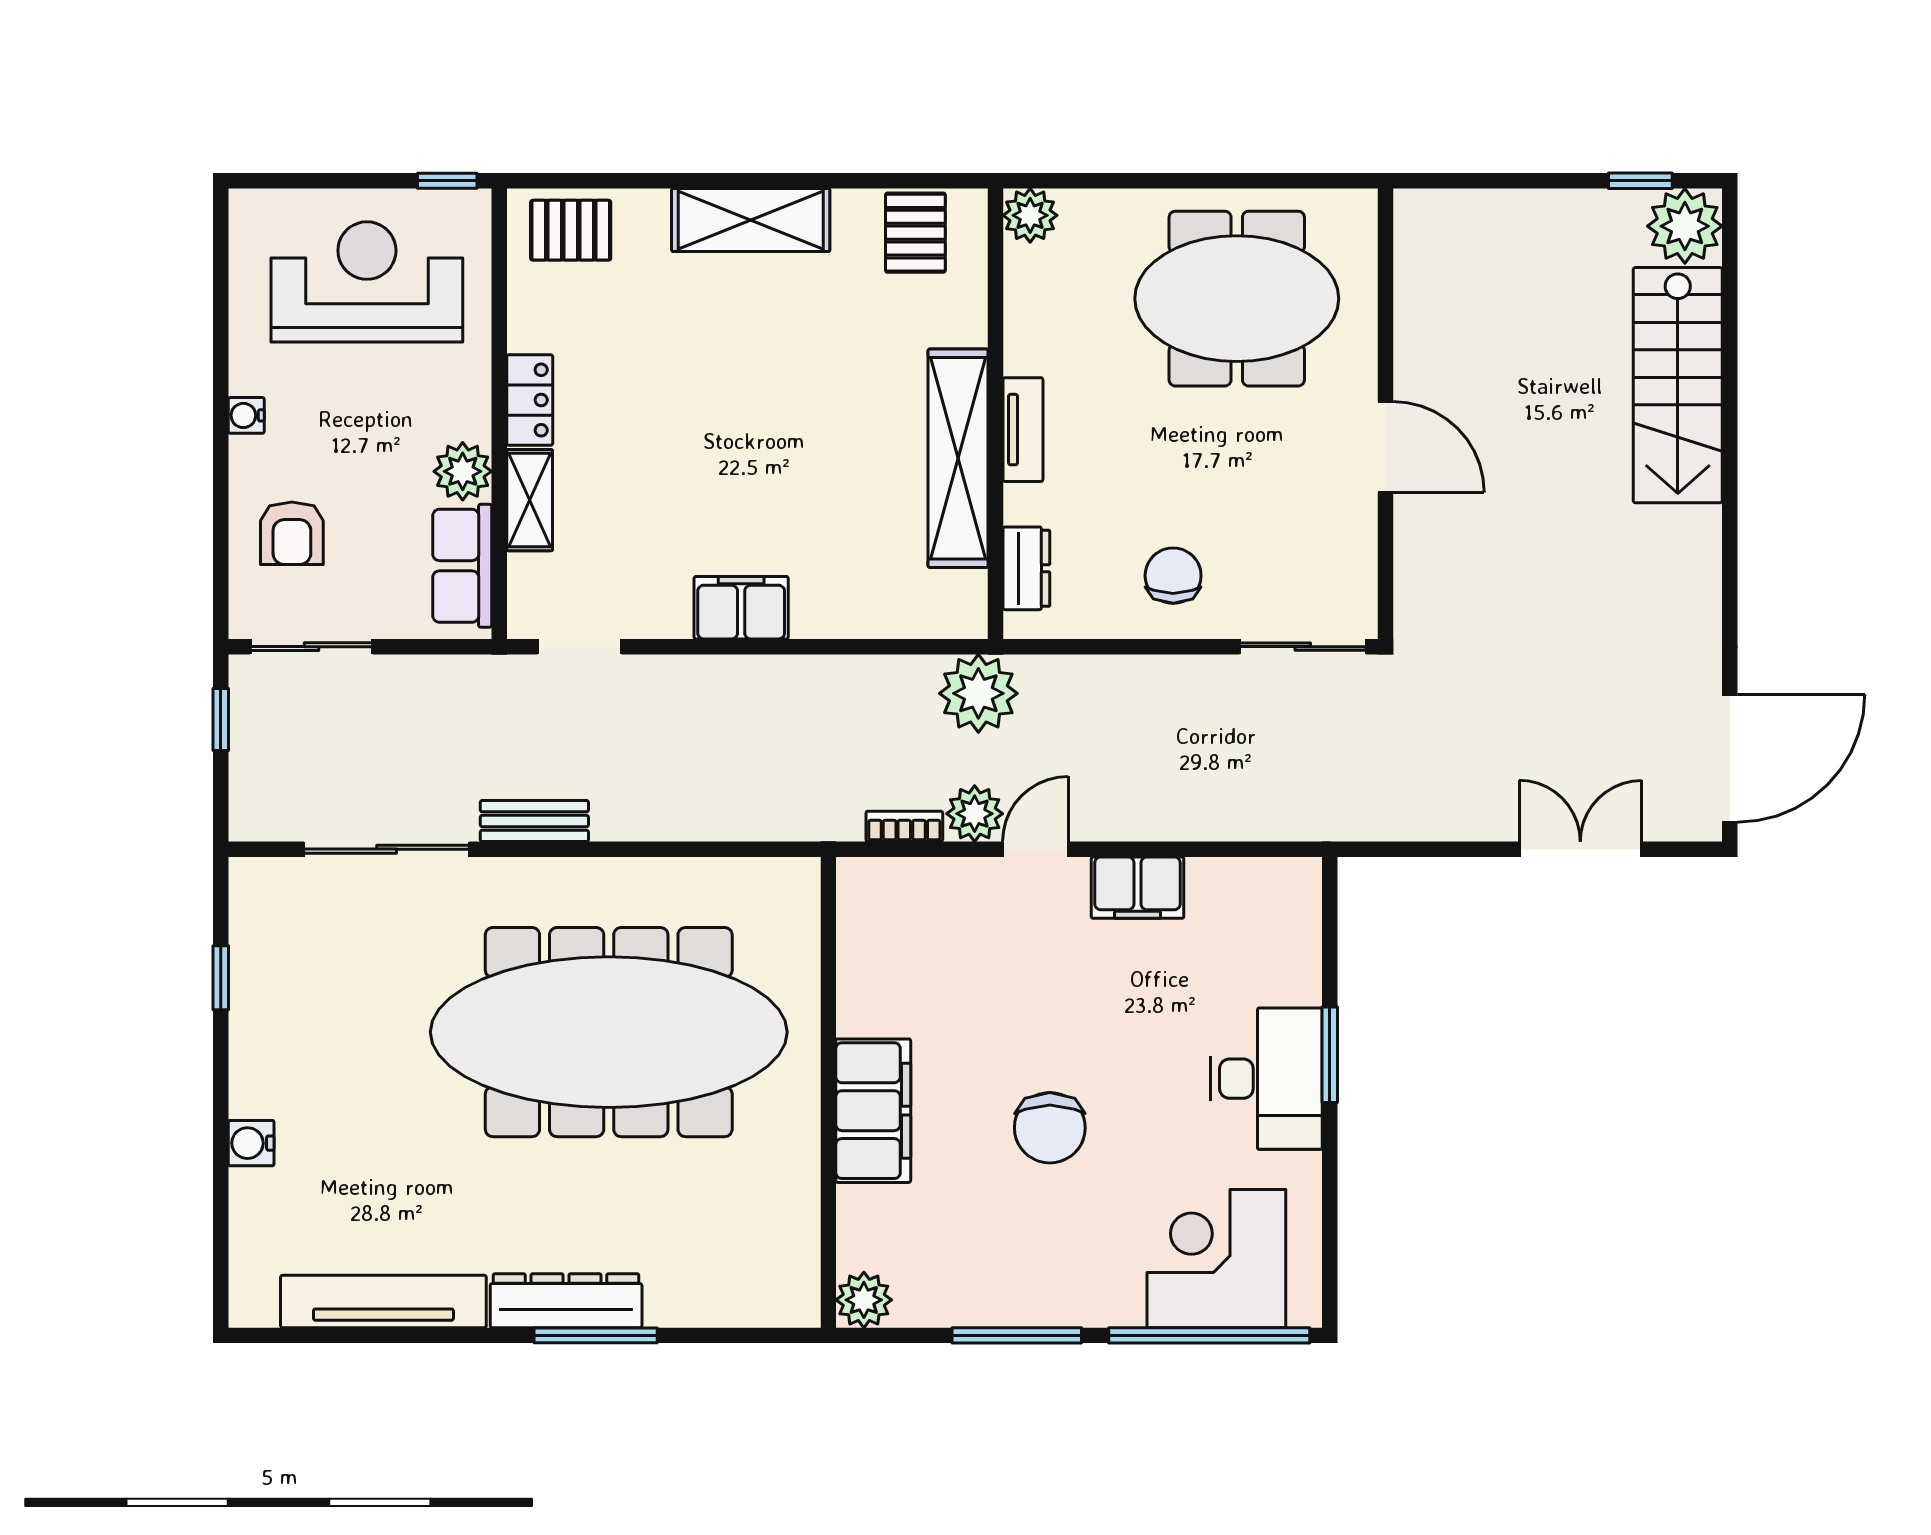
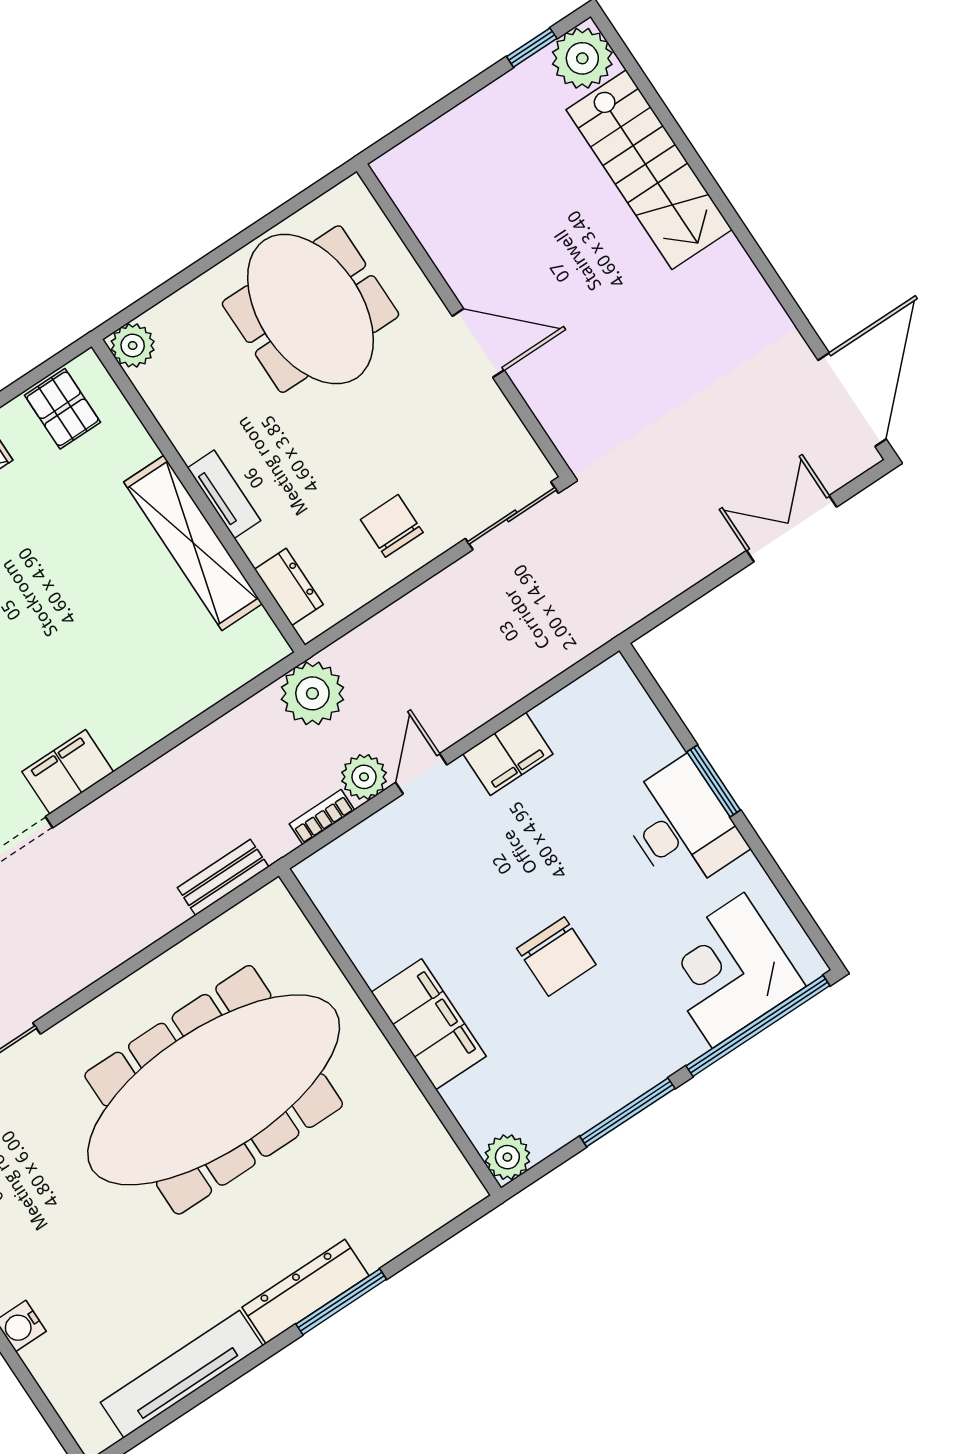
meeting table: (1237, 299) -> (311, 309), turned 90
filing cabinet: (741, 608) -> (68, 772), moved
bench: (534, 821) -> (223, 877), moved

